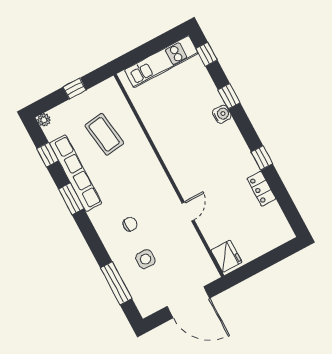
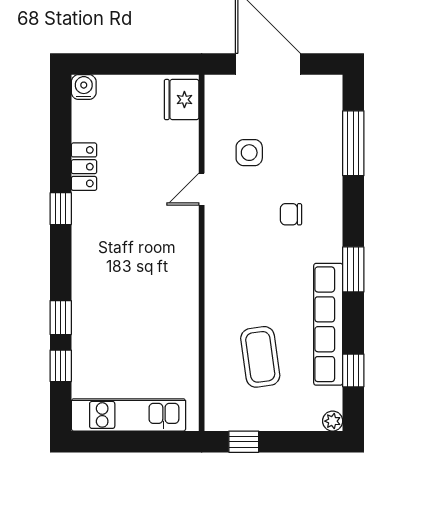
window: (207, 54) -> (61, 366), moved
window: (75, 88) -> (244, 442), moved
water cooler: (222, 114) -> (84, 87), moved, turned 90
window: (71, 199) -> (353, 269), moved
side table: (145, 259) -> (249, 153), moved

